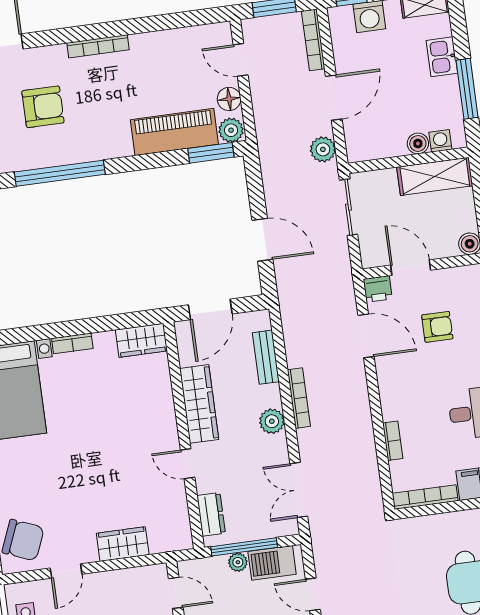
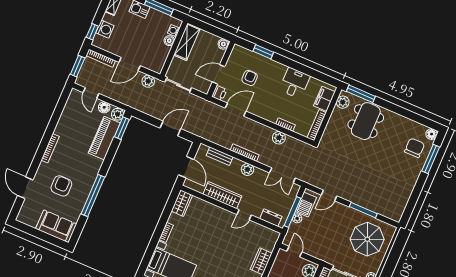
door: (241, 60) -> (91, 93), hinge flipped
door: (334, 98) -> (130, 64), swing flipped
plant: (362, 443) -> (279, 138), added
door: (176, 593) -> (294, 252), hinge flipped

